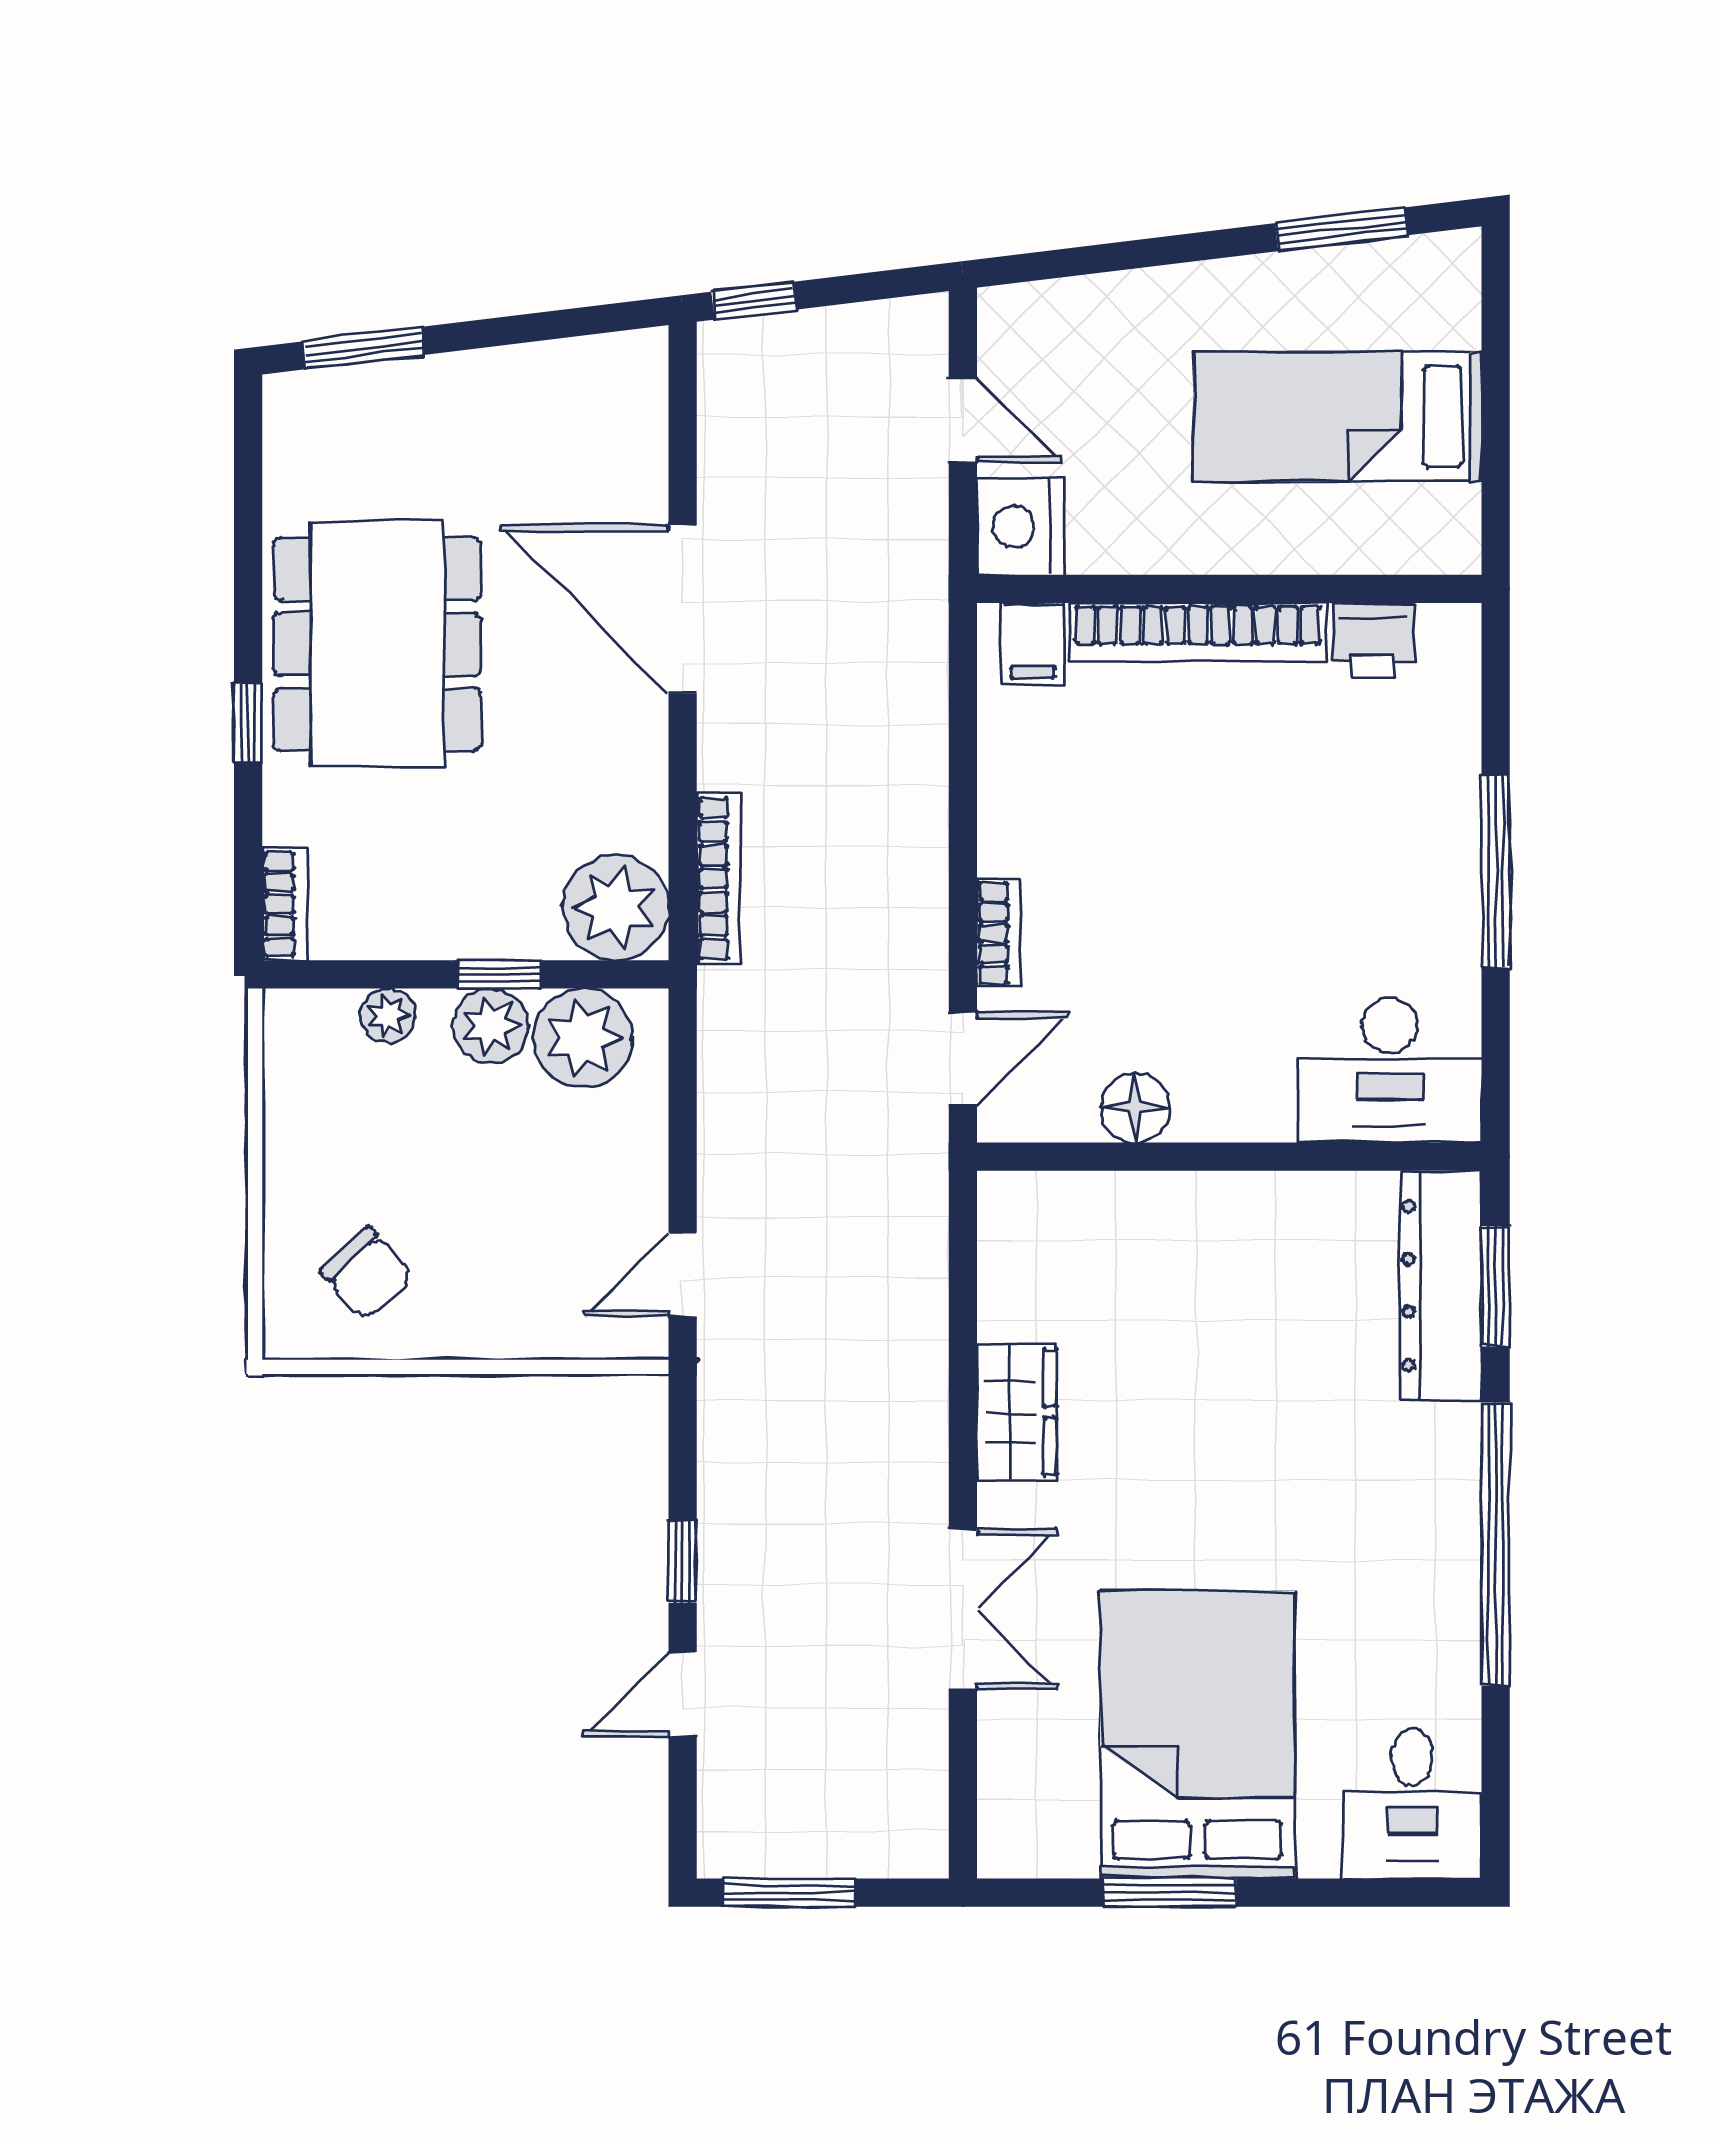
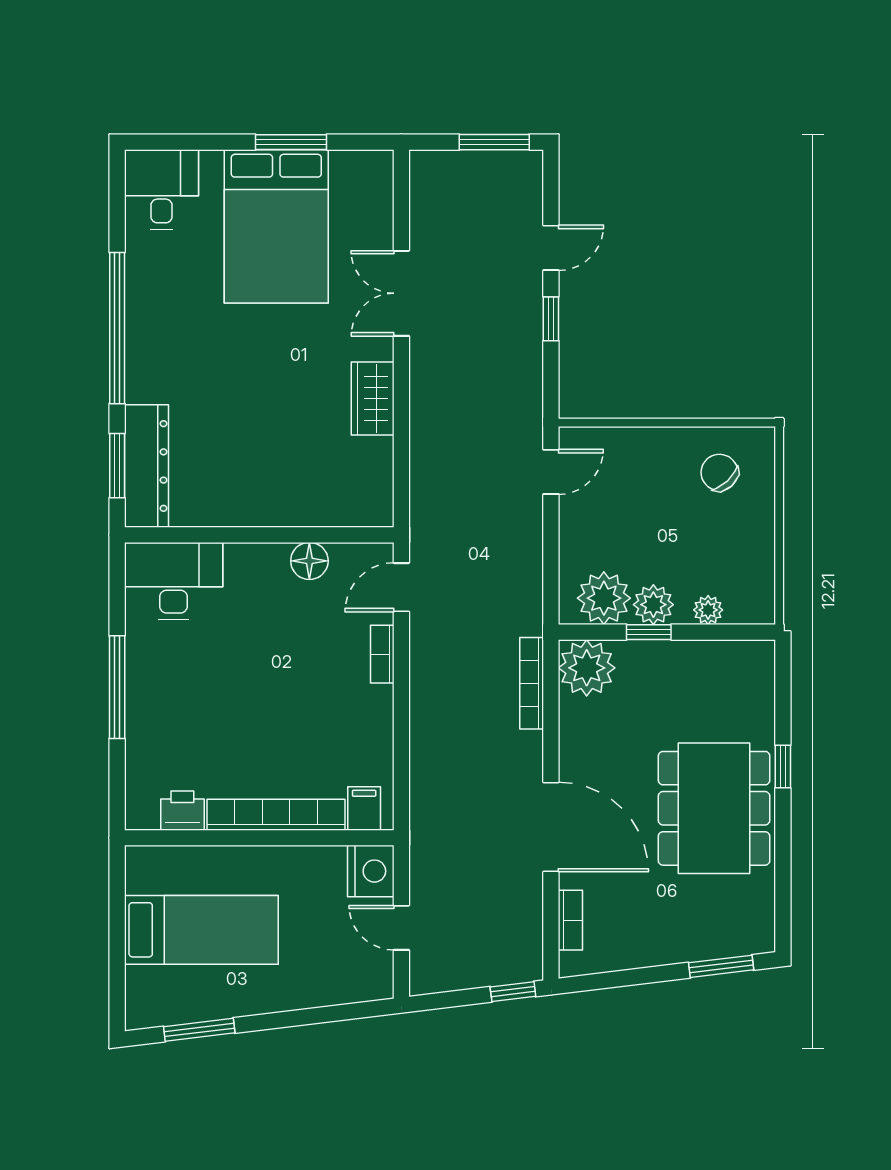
bookcase: (285, 904) -> (570, 920), moved, turned 180

